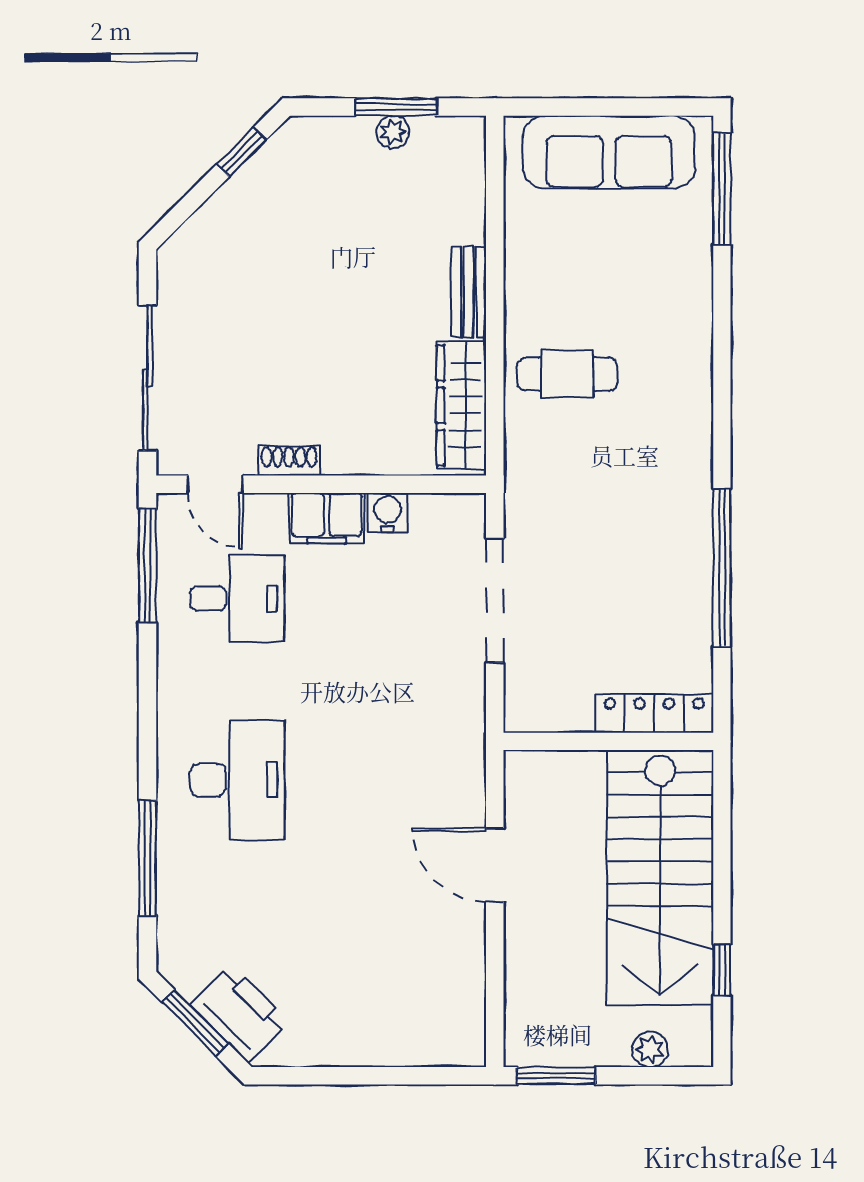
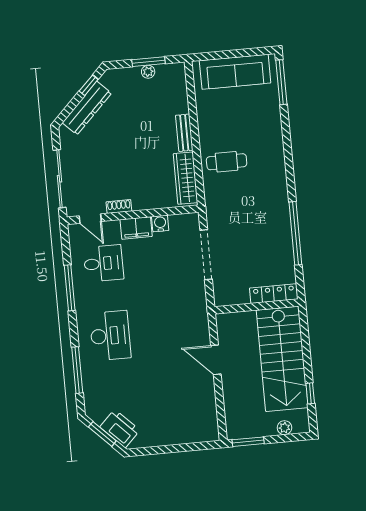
dresser: (232, 208) -> (87, 108), added
window: (148, 565) -> (70, 288), moved

